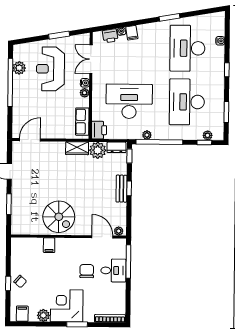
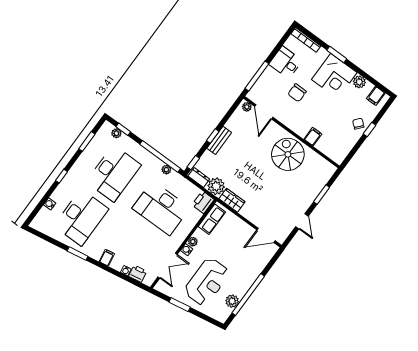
filing cabinet: (132, 33) -> (107, 258), moved
desk: (113, 270) -> (286, 62), moved

